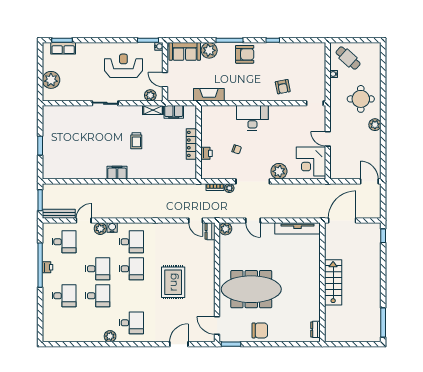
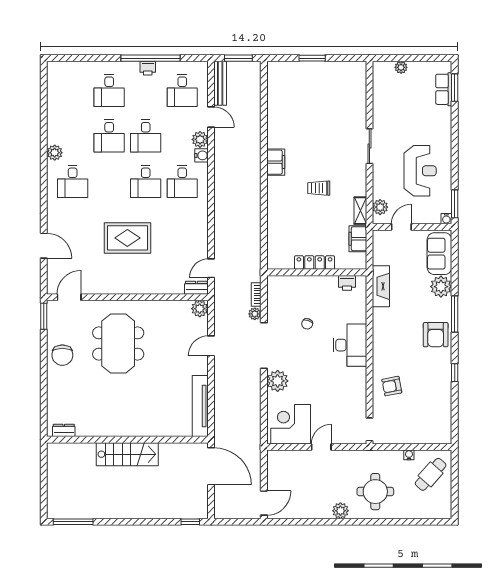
plant: (51, 80) -> (401, 67), width x0.53, depth x0.53
printer: (206, 153) -> (347, 283), moved
meeting table: (251, 289) -> (118, 344), width x0.73

